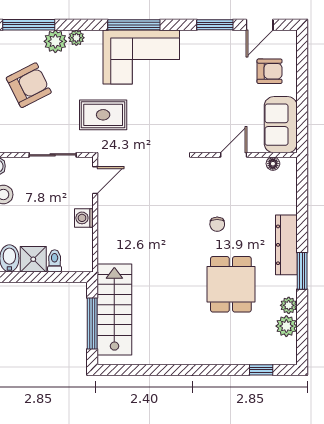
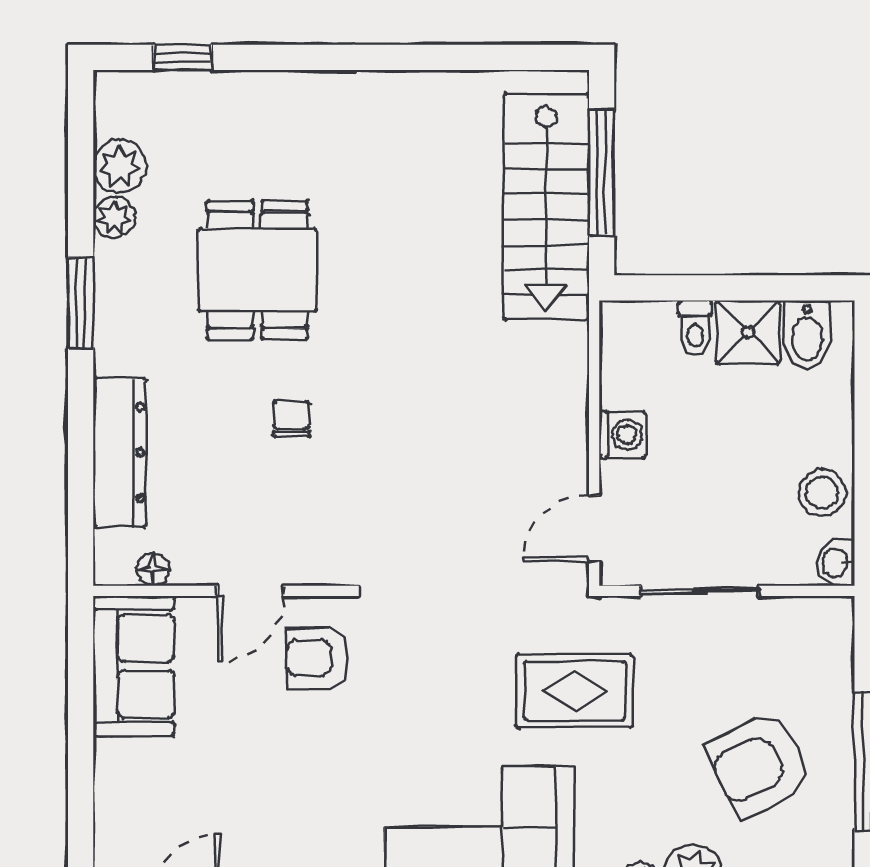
armchair: (270, 71) -> (318, 658), moved
dresser: (286, 245) -> (120, 453), moved

